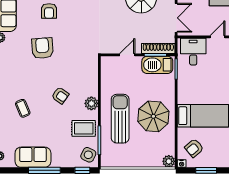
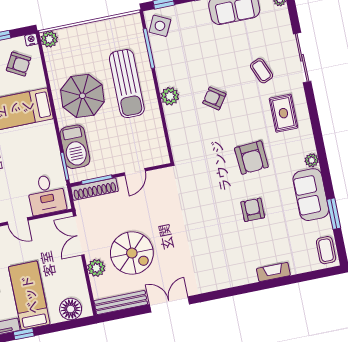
door: (218, 37) -> (17, 221), hinge flipped
barbecue: (157, 65) -> (75, 147), moved, turned 90
rug: (84, 128) -> (283, 113), moved, turned 90
armchair: (194, 148) -> (19, 64), turned 69

